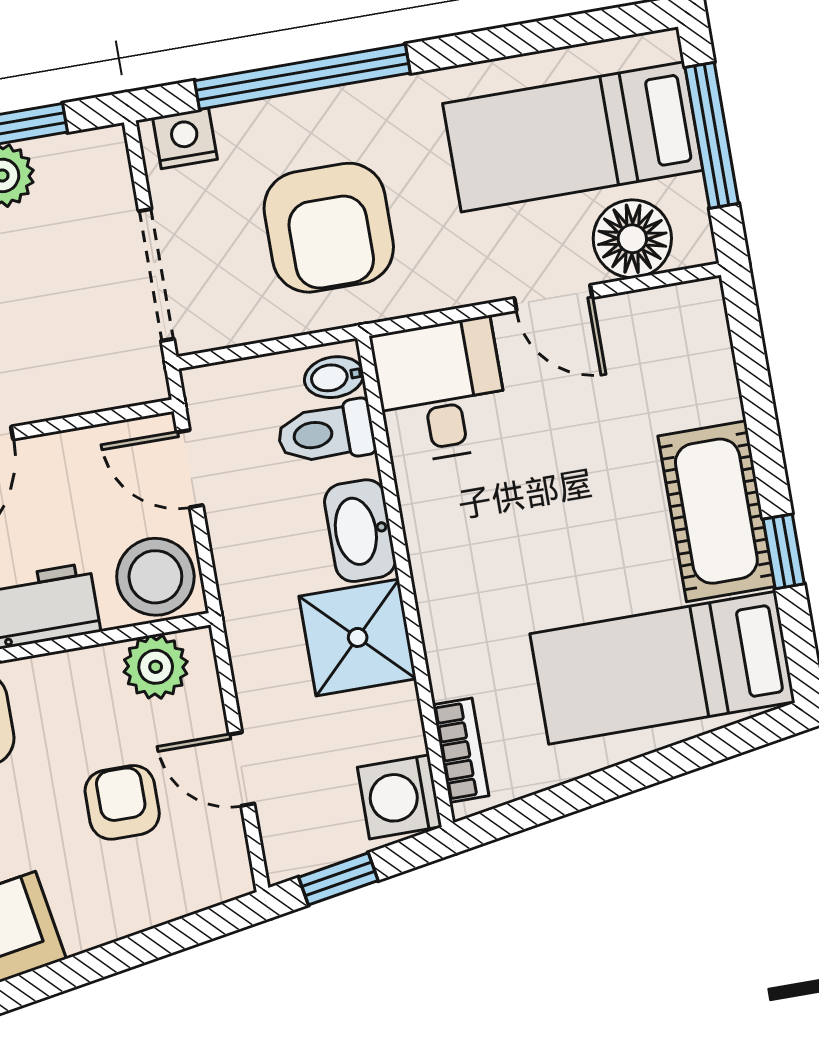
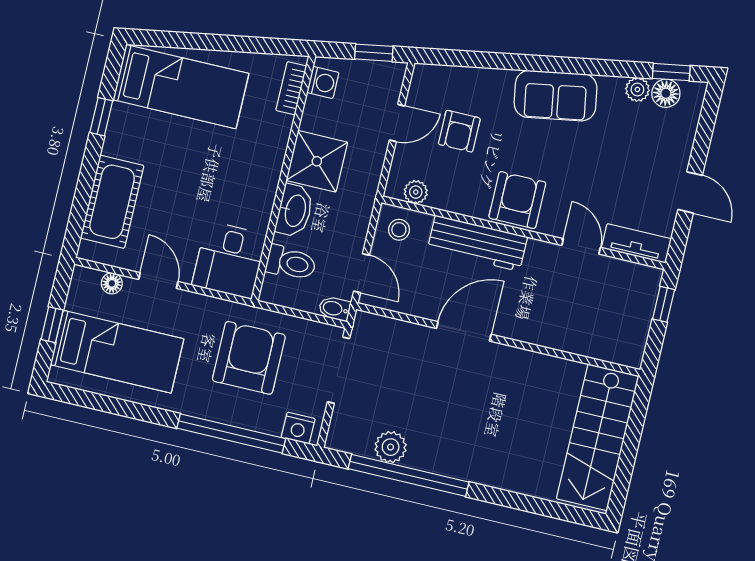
window: (712, 135) -> (52, 325), width x0.46
floor lamp: (632, 239) -> (112, 283), width x0.53, depth x0.53
bidet: (334, 377) -> (335, 309), moved, turned 180
cot: (716, 511) -> (112, 202), moved
stool: (155, 577) -> (399, 230), width x0.53, depth x0.53
plant: (156, 667) -> (416, 192), width x0.73, depth x0.73
door: (242, 769) -> (397, 123), hinge flipped
washing machine: (400, 797) -> (323, 82), width x0.73, depth x0.73

